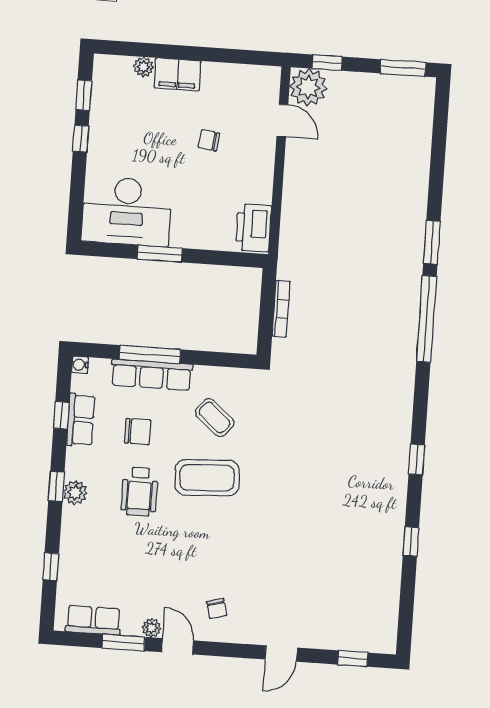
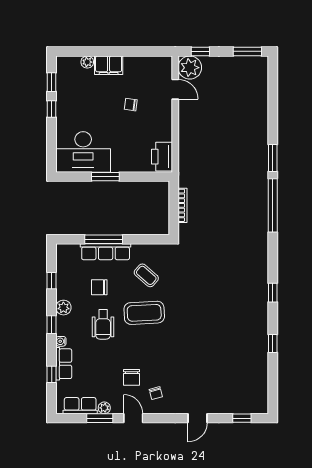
water cooler: (80, 365) -> (61, 341), moved
row of seats: (81, 420) -> (64, 364), moved
chair: (138, 432) -> (99, 287), turned 180
plant: (75, 492) -> (63, 308), moved
chair: (179, 580) -> (131, 377), added
plant: (152, 628) -> (104, 408), moved

